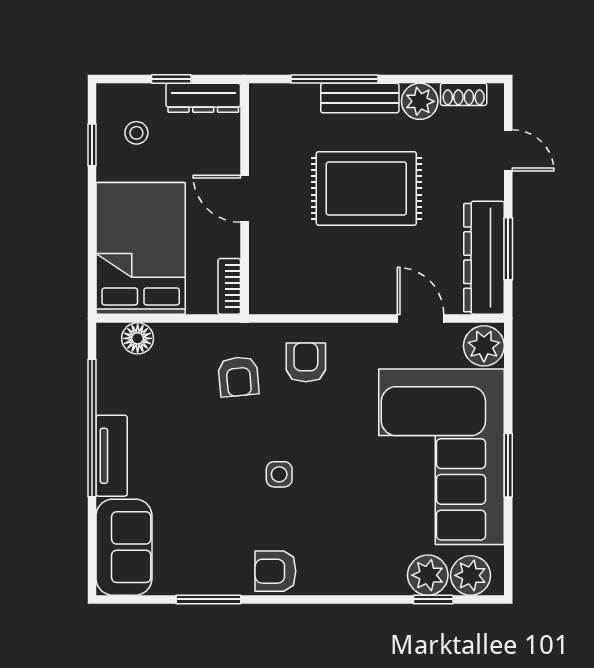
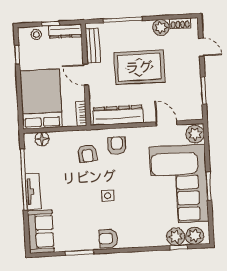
bench: (360, 98) -> (93, 46), moved, turned 90
stool: (136, 133) -> (36, 35), moved
dresser: (484, 258) -> (118, 115), moved, turned 90

